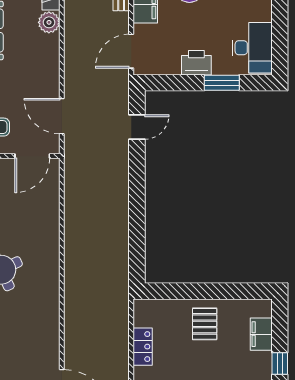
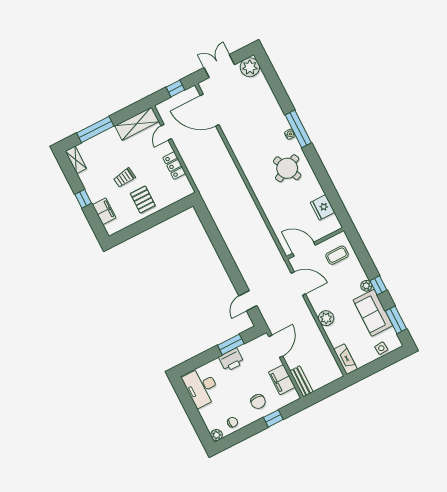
plant: (49, 22) -> (326, 318), moved
window: (222, 83) -> (231, 344), moved
door: (32, 156) -> (304, 249), hinge flipped
trolley: (214, 363) -> (124, 178), added

